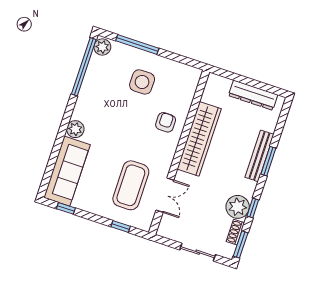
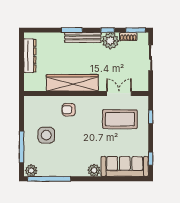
bench: (259, 156) -> (83, 37), moved

